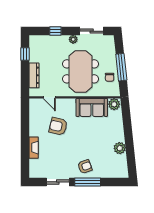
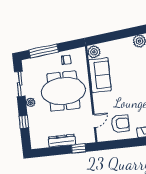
window: (25, 54) -> (79, 148), moved
window: (121, 67) -> (44, 51), moved
dresser: (34, 75) -> (62, 141), moved
armchair: (58, 126) -> (120, 123), moved, turned -103

